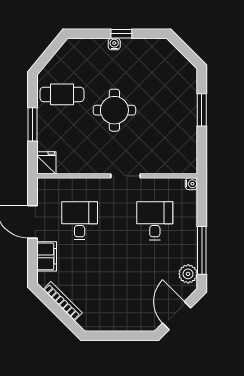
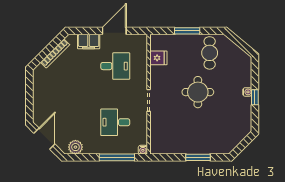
fridge: (46, 163) -> (158, 58), moved
desk: (155, 221) -> (115, 122), turned 180
window: (202, 250) -> (117, 157), moved
door: (177, 316) -> (44, 139), hinge flipped

